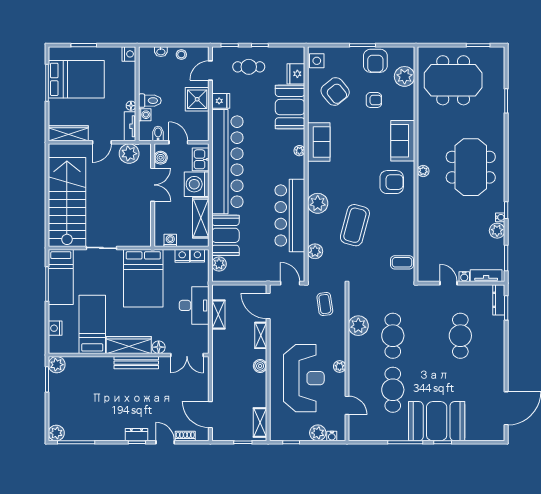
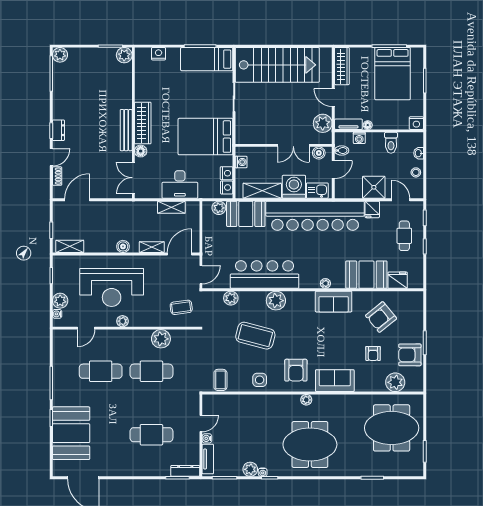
side table: (317, 61) -> (260, 380), moved
meeting table: (453, 80) -> (392, 428), turned 90
toilet: (150, 101) -> (391, 143), moved
bed: (92, 324) -> (162, 89), removed
booth: (437, 421) -> (71, 433), moved

